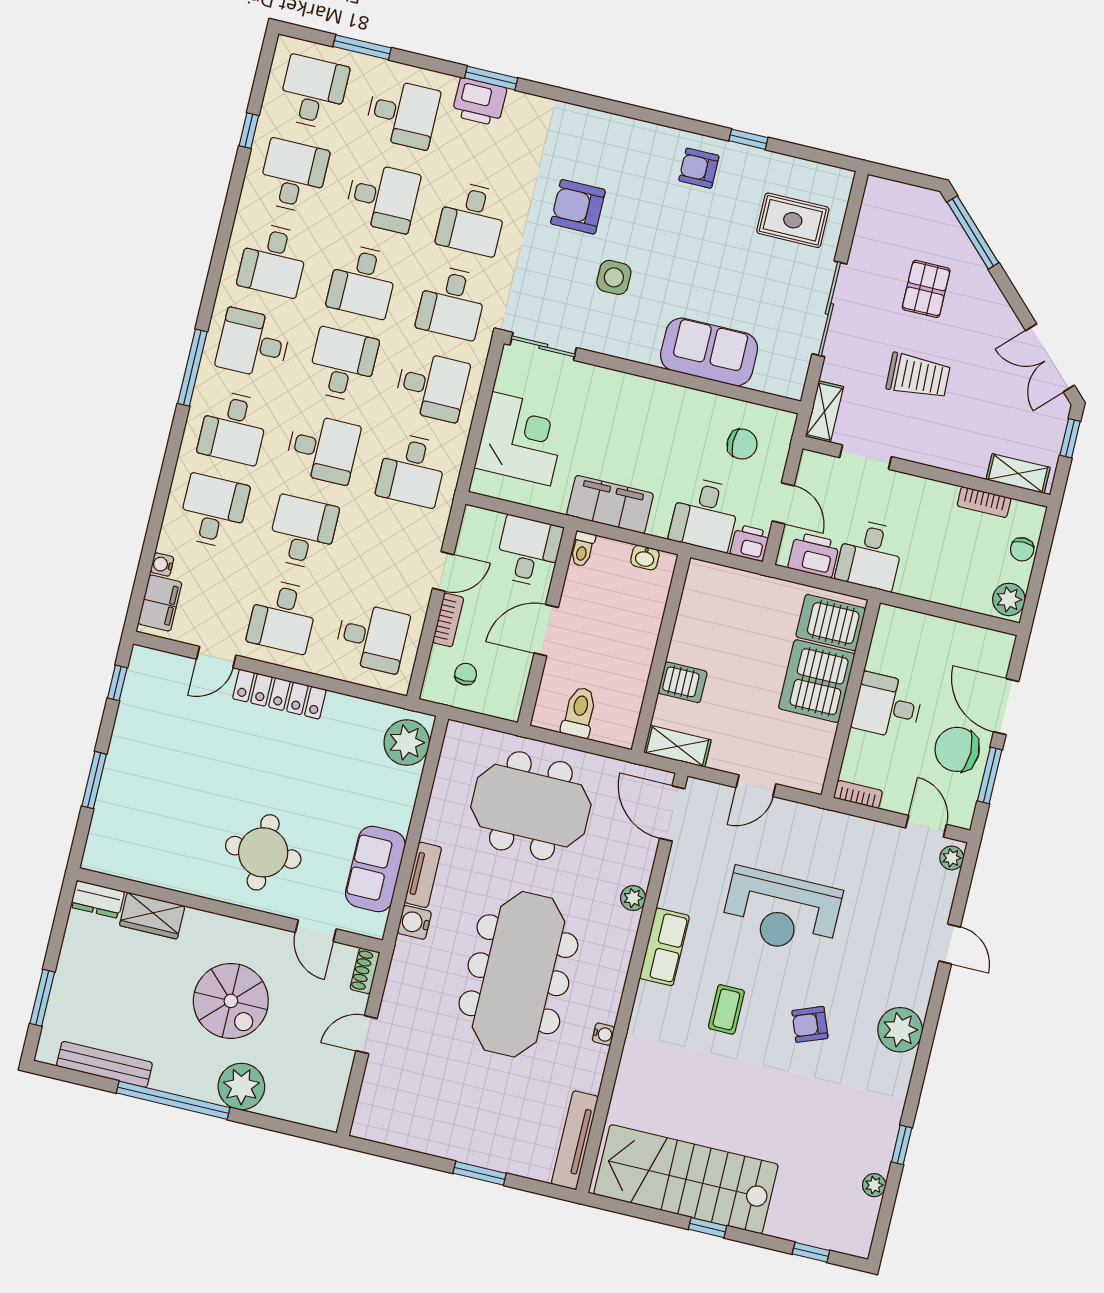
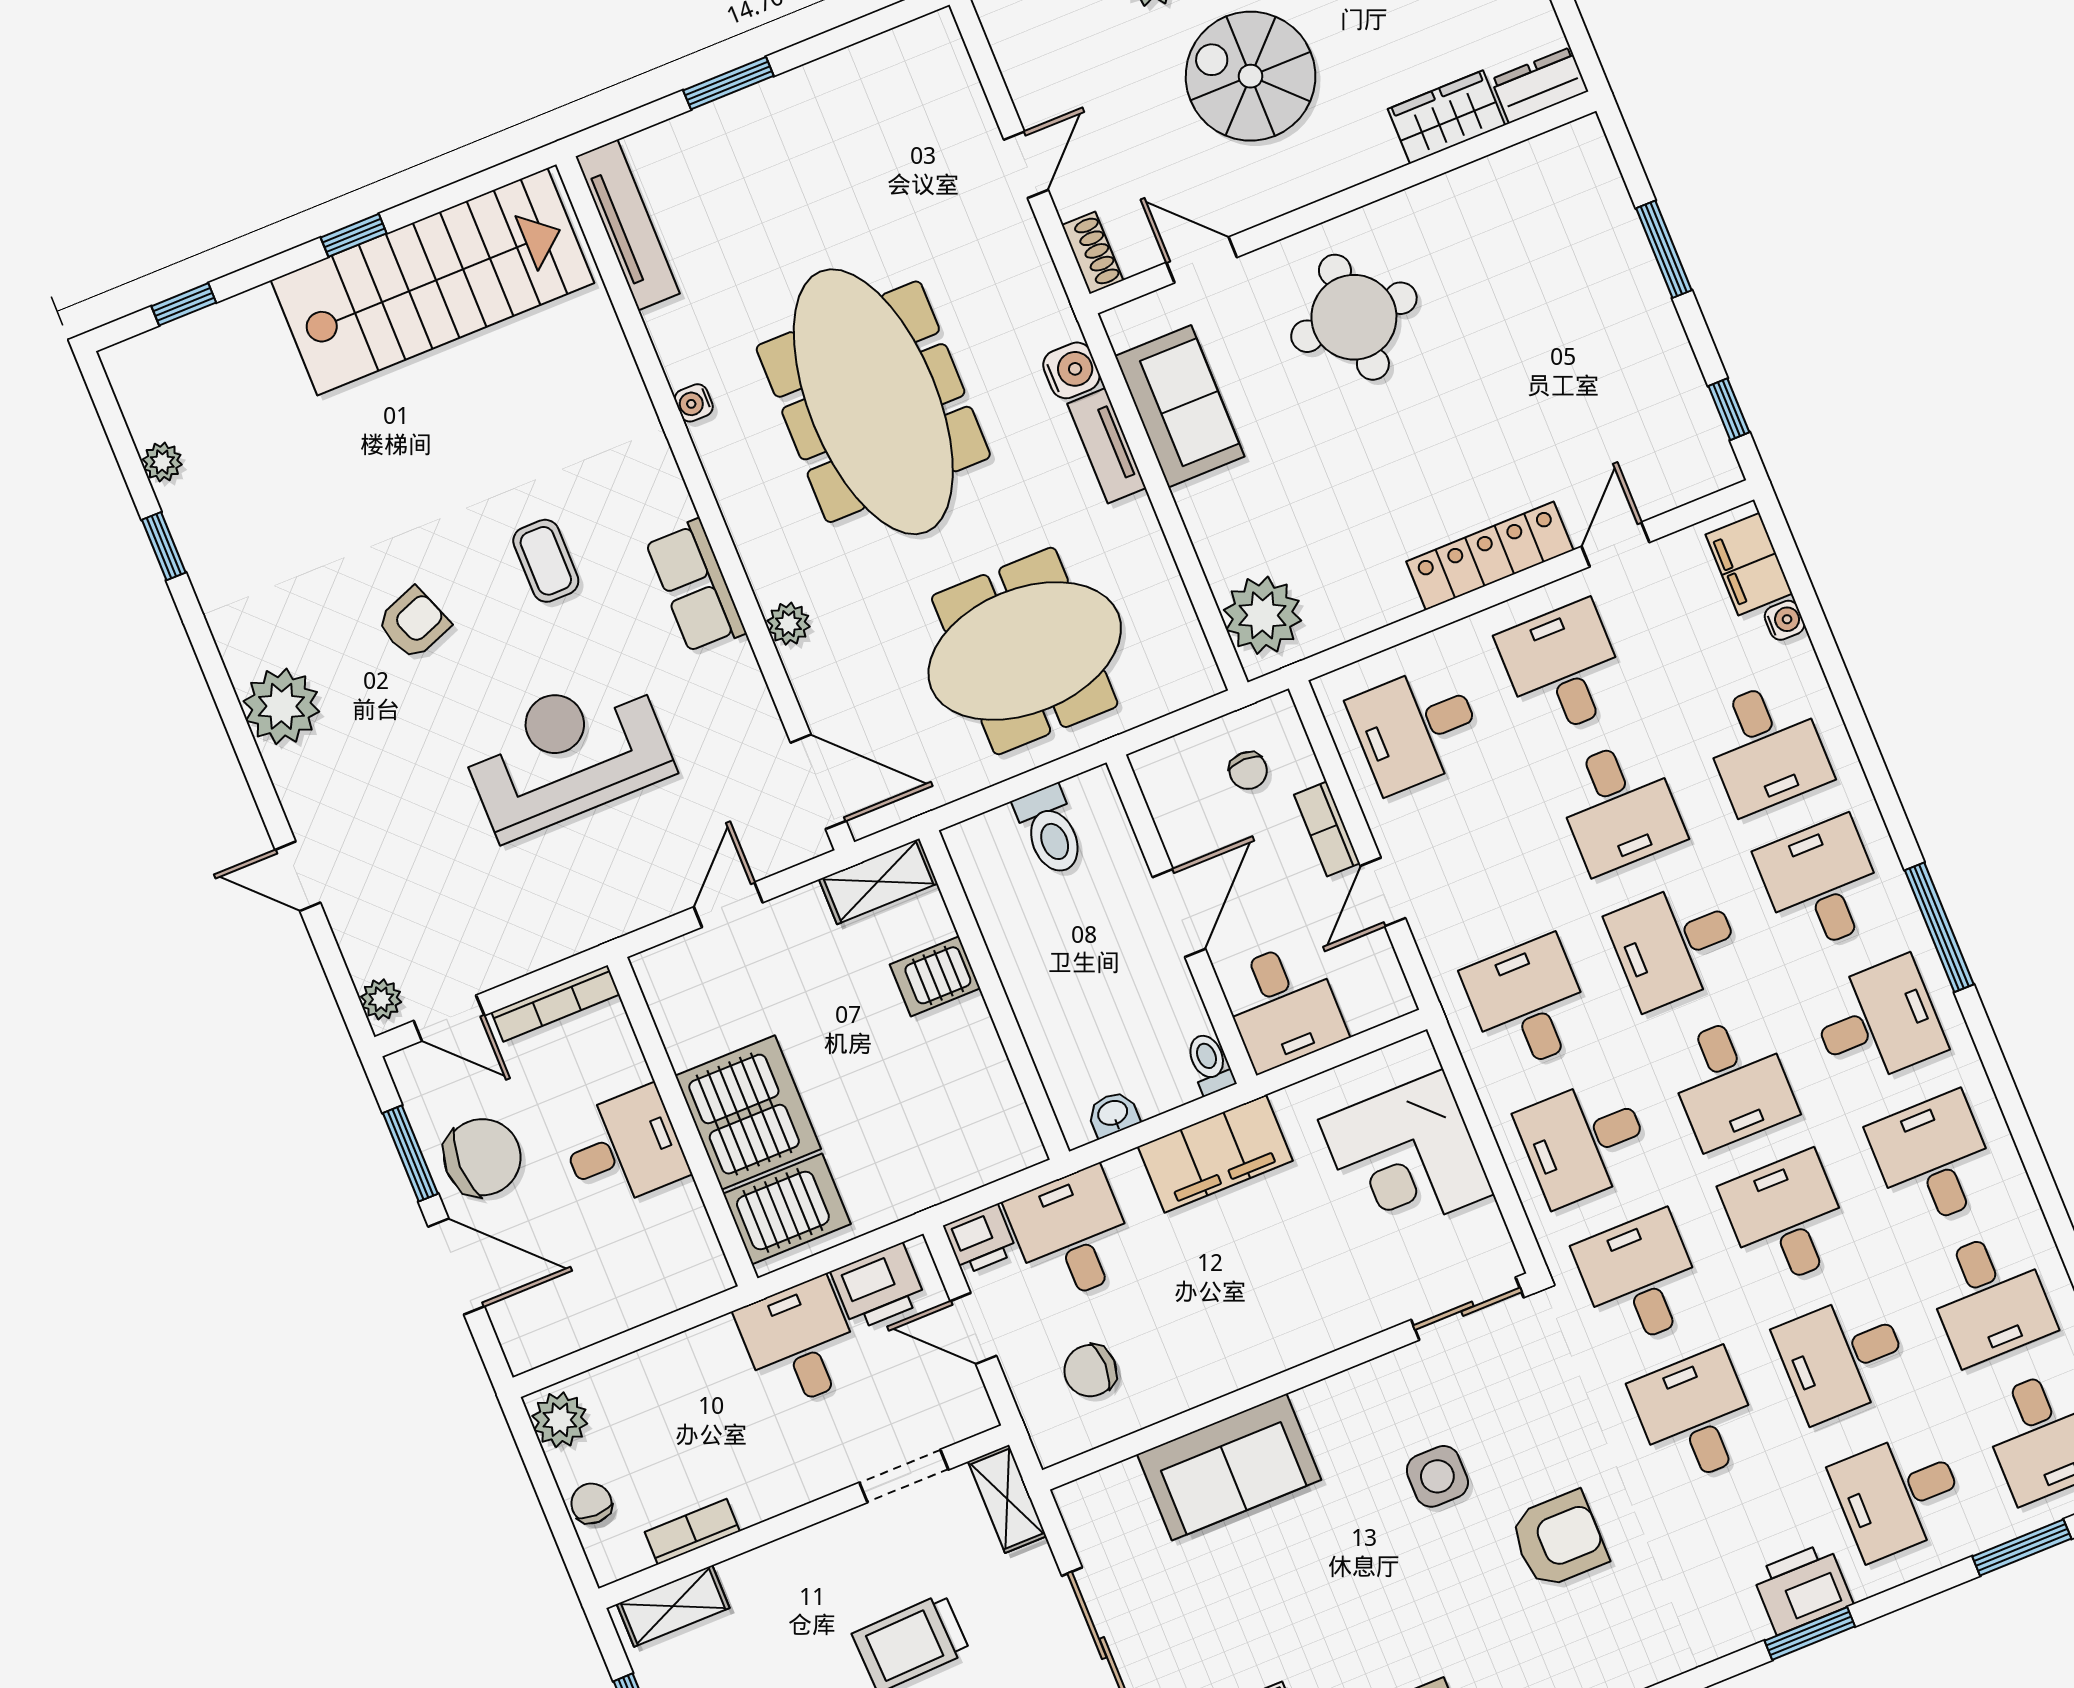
bookcase: (858, 794) -> (556, 1003), width x1.56

